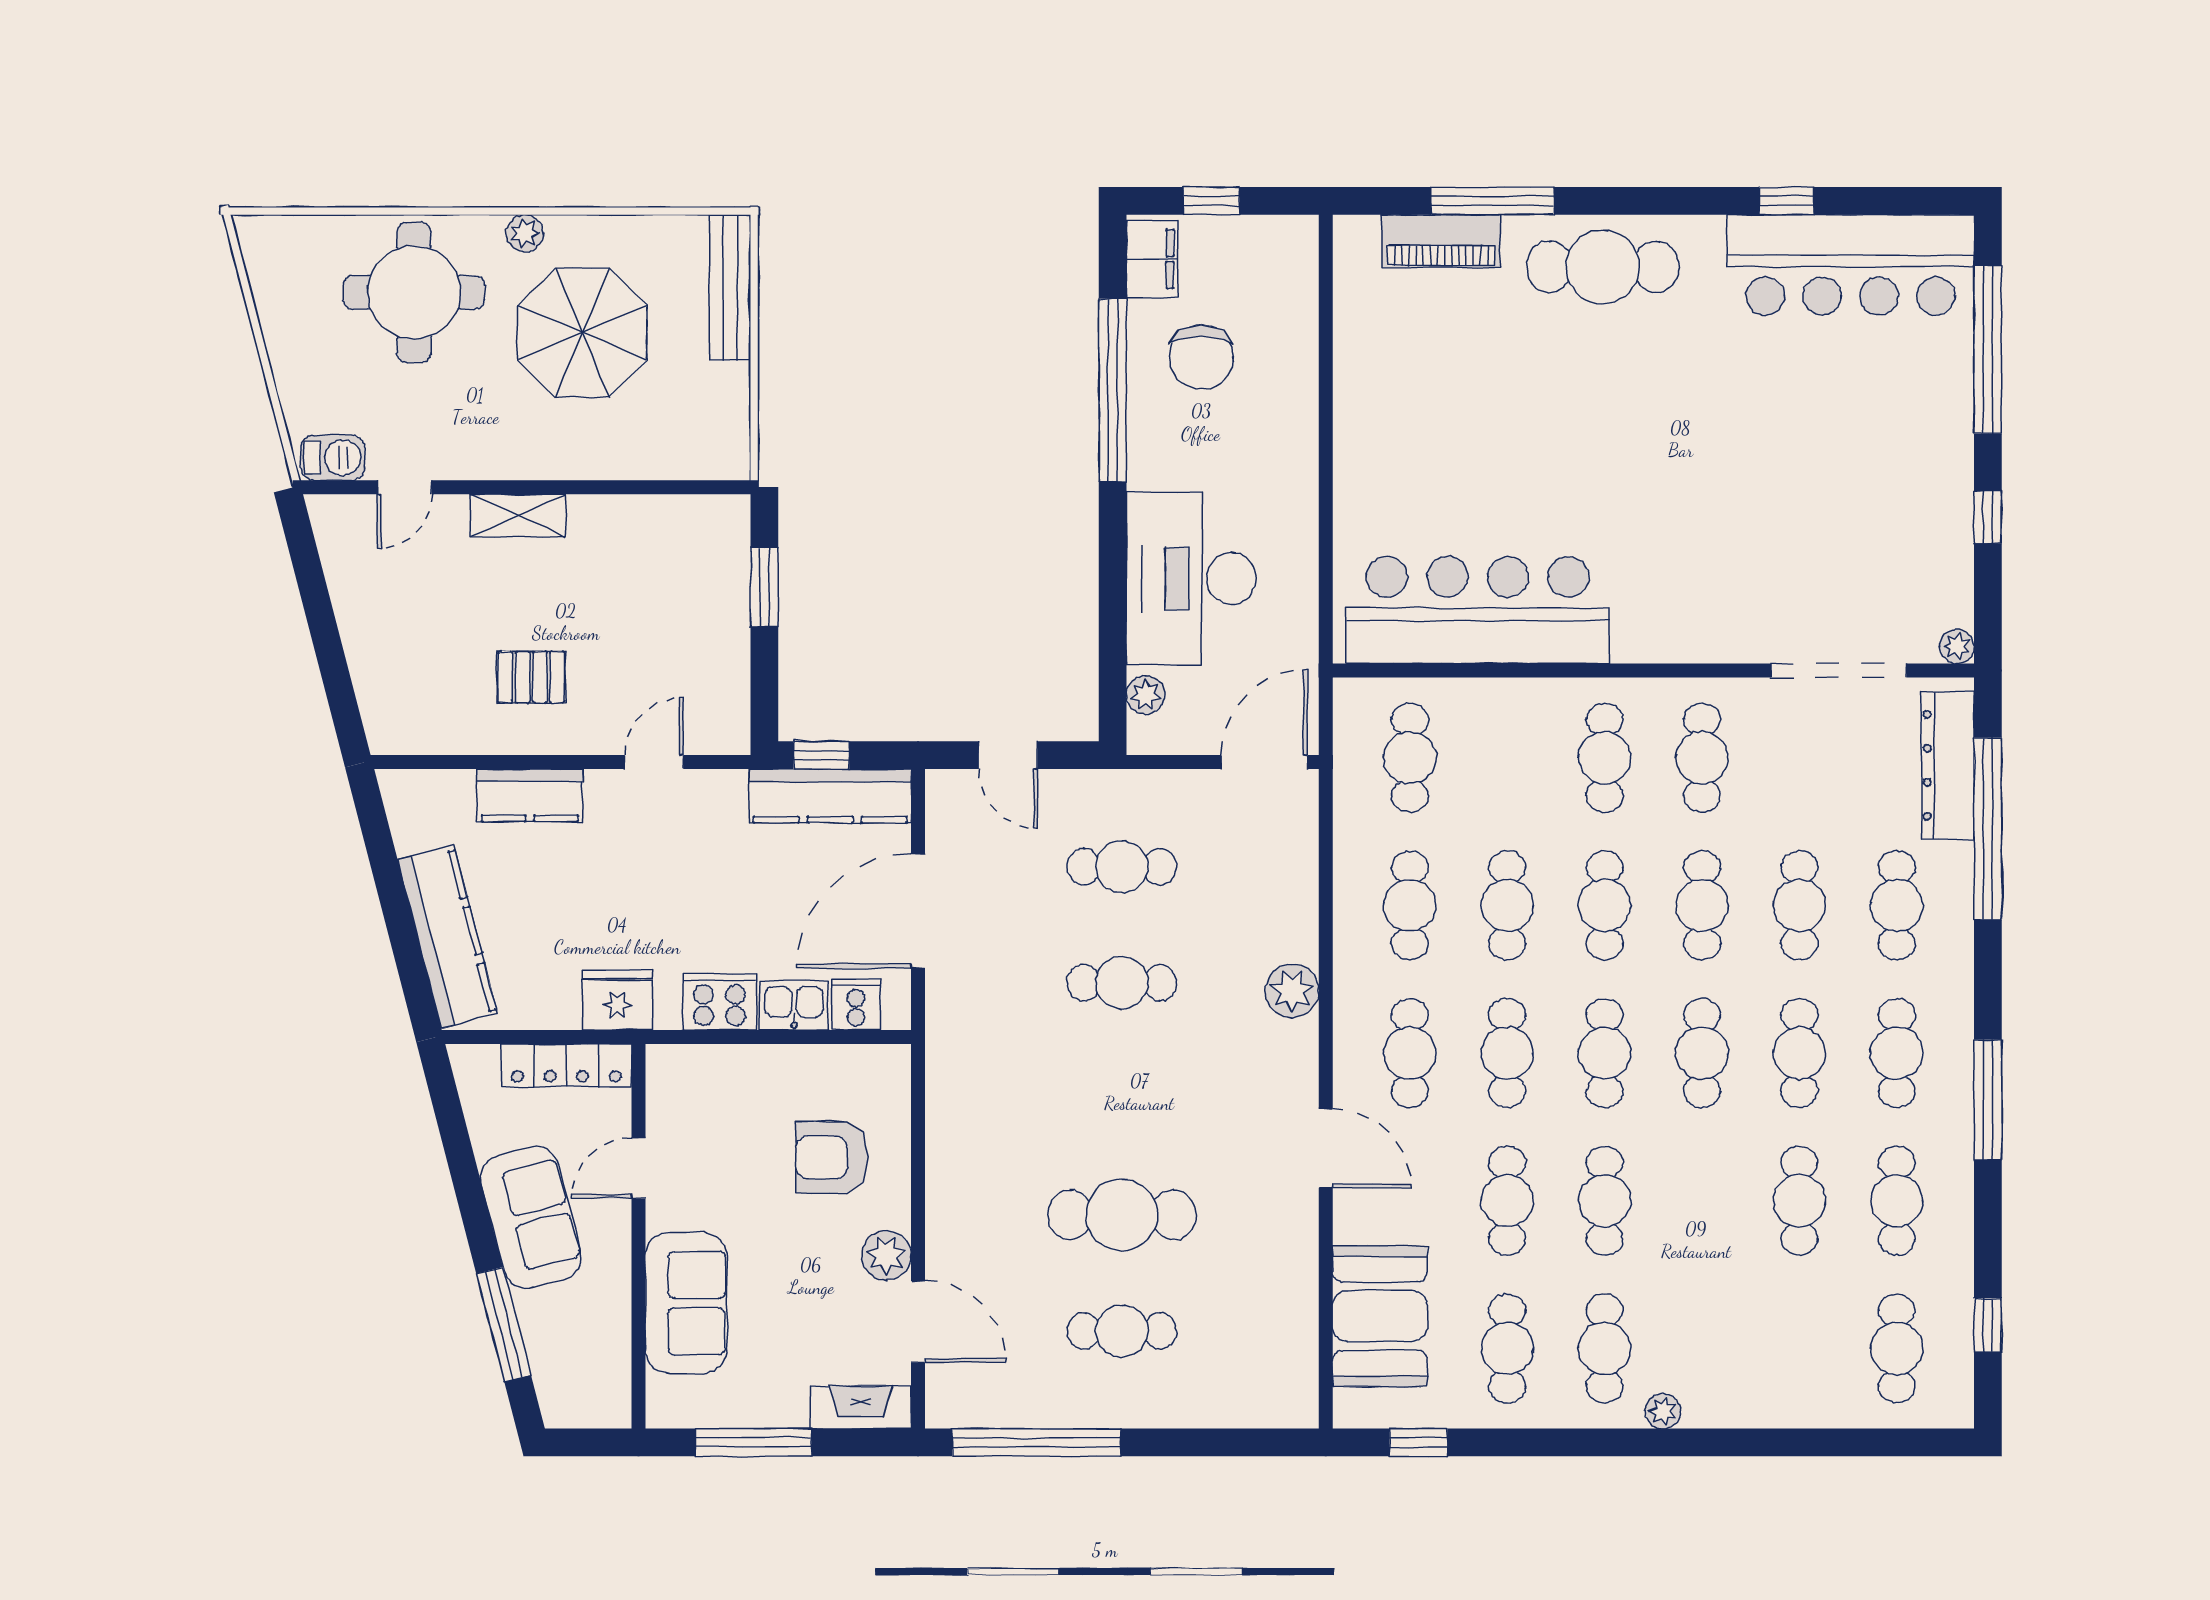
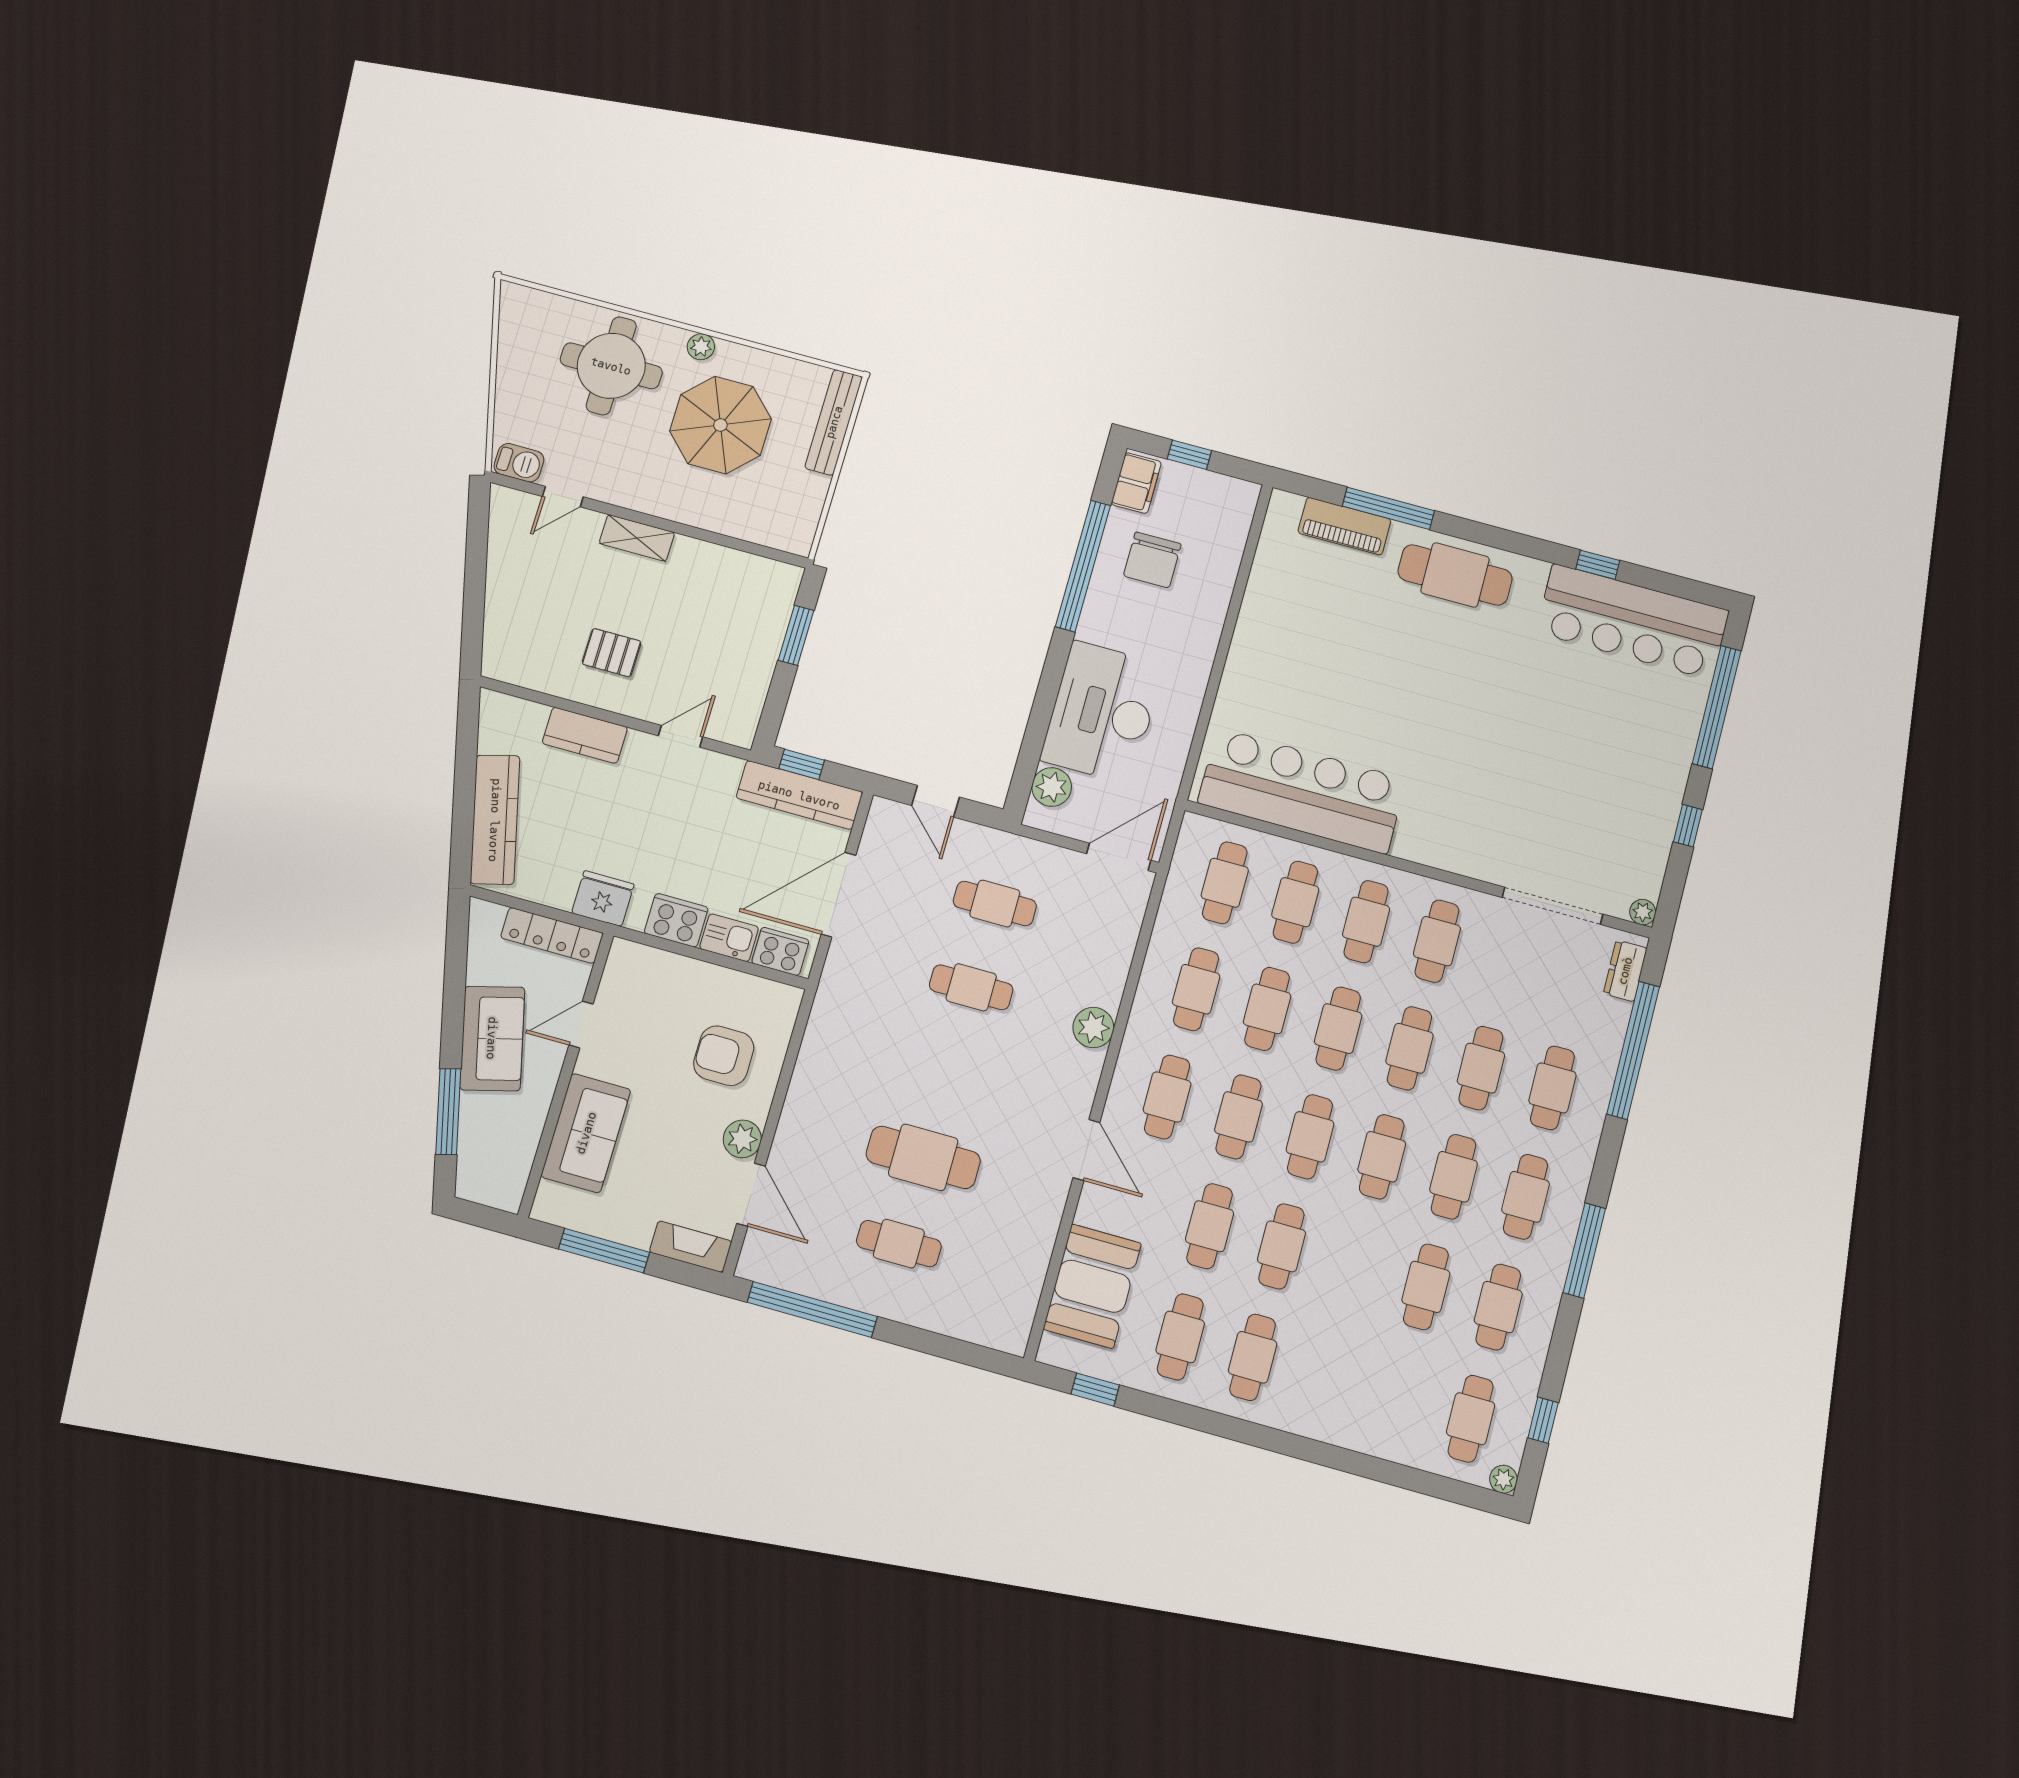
plant: (1146, 695) -> (1052, 787), width x1.38, depth x1.38
cafe table: (1507, 758) -> (1295, 902), added
dresser: (1948, 765) -> (1625, 971), width x0.51, depth x0.80
cooker: (856, 1005) -> (780, 951), width x1.36
plant: (1663, 1411) -> (1503, 1479), moved

